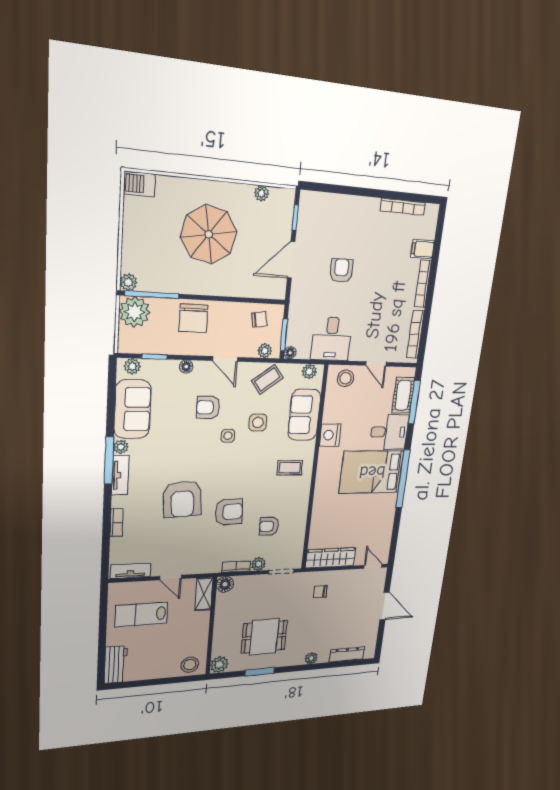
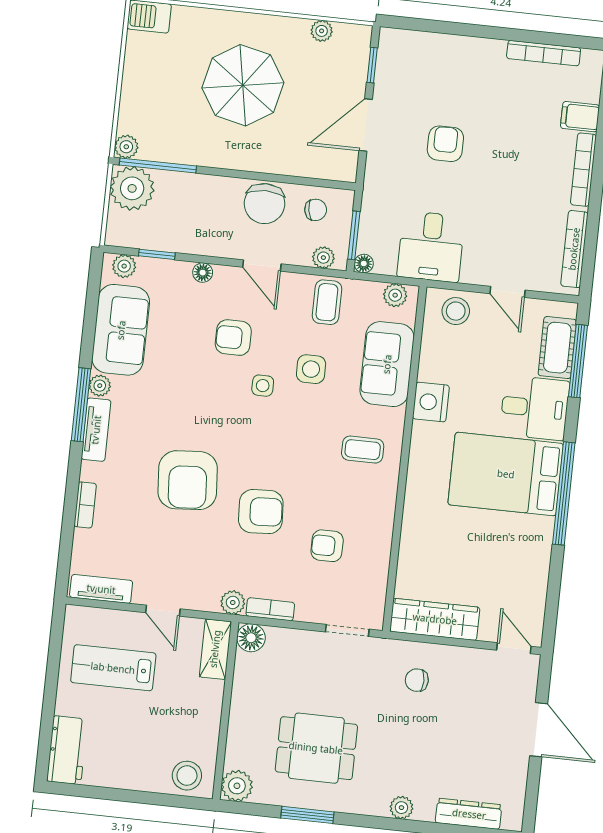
chair: (193, 318) -> (264, 204), moved
coffee table: (267, 379) -> (327, 302), turned -53
plant: (259, 564) -> (233, 603), moved

